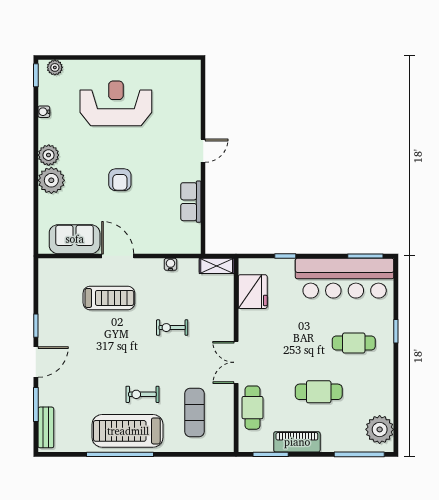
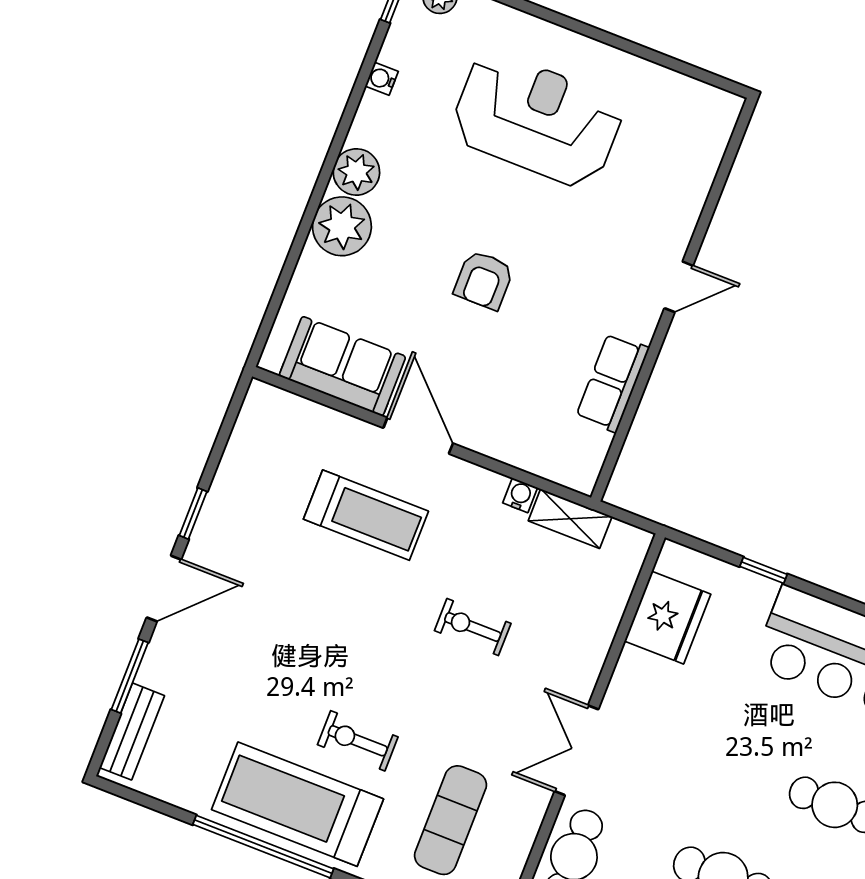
shelving: (217, 266) -> (570, 519), moved

